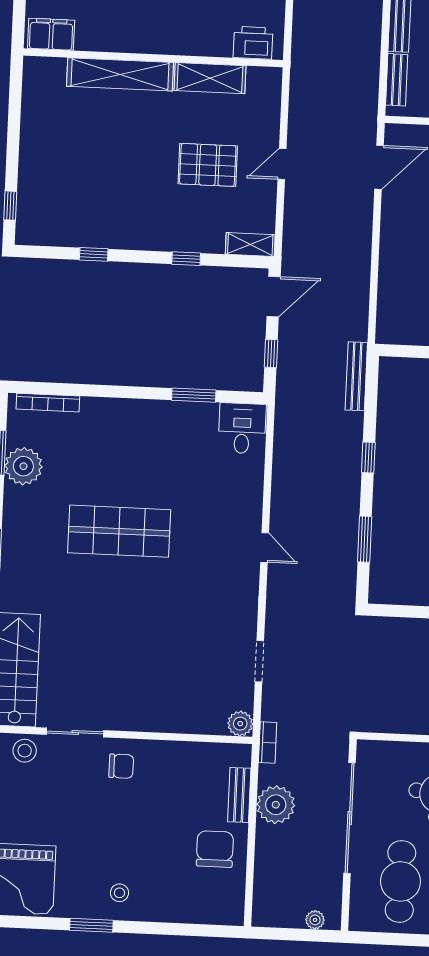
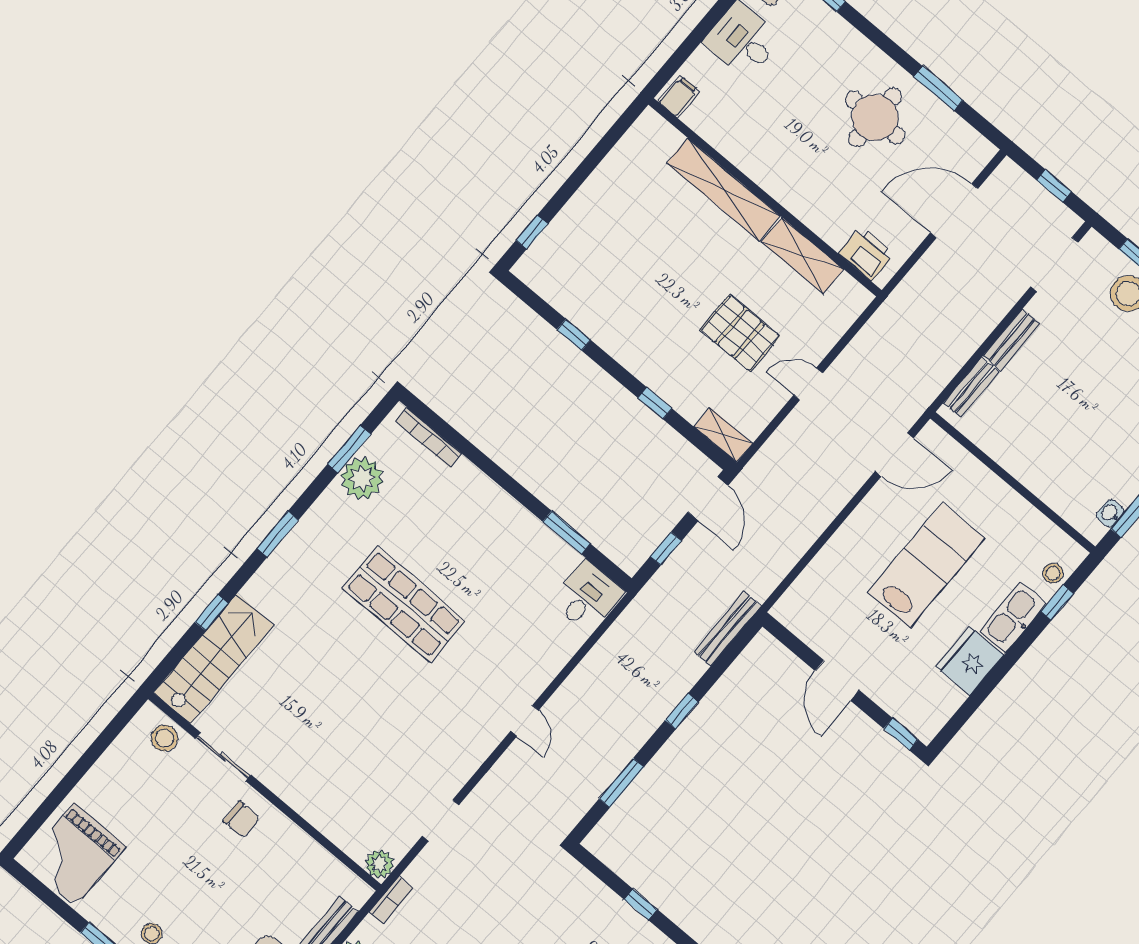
filing cabinet: (51, 34) -> (679, 96), width x0.50
door: (274, 297) -> (708, 499), hinge flipped

